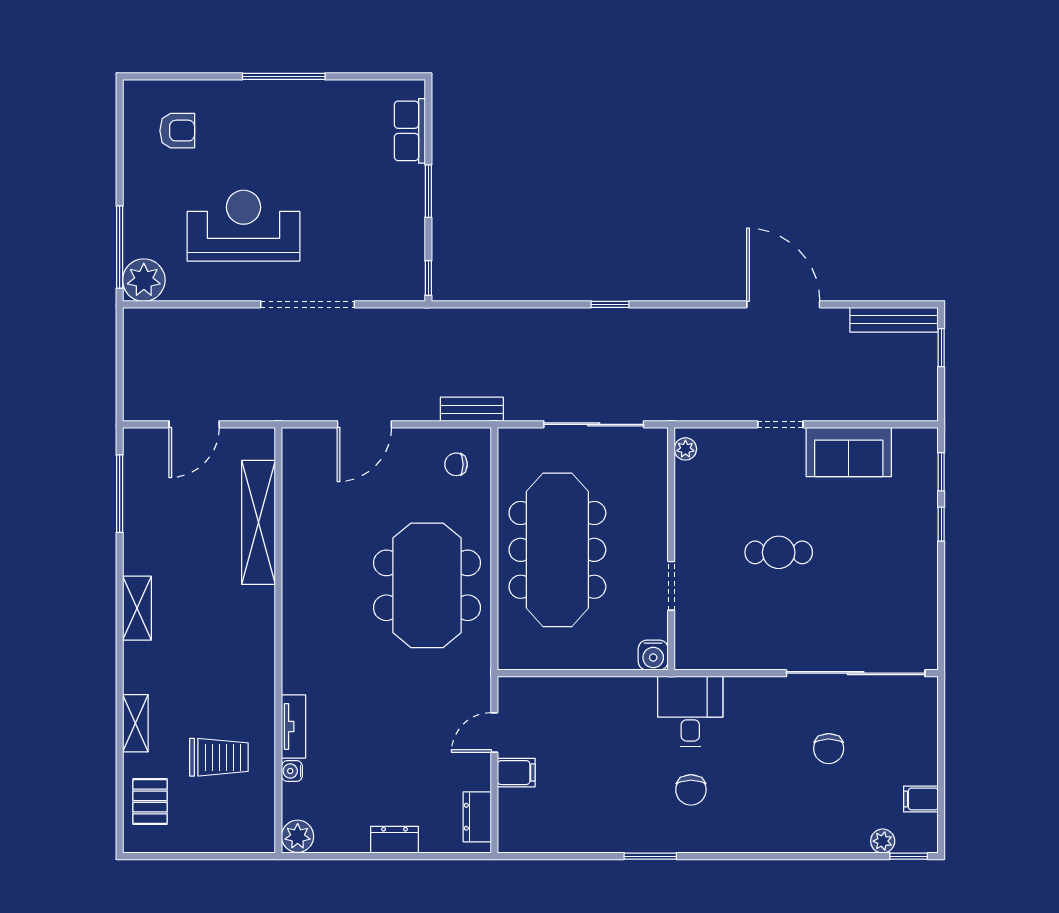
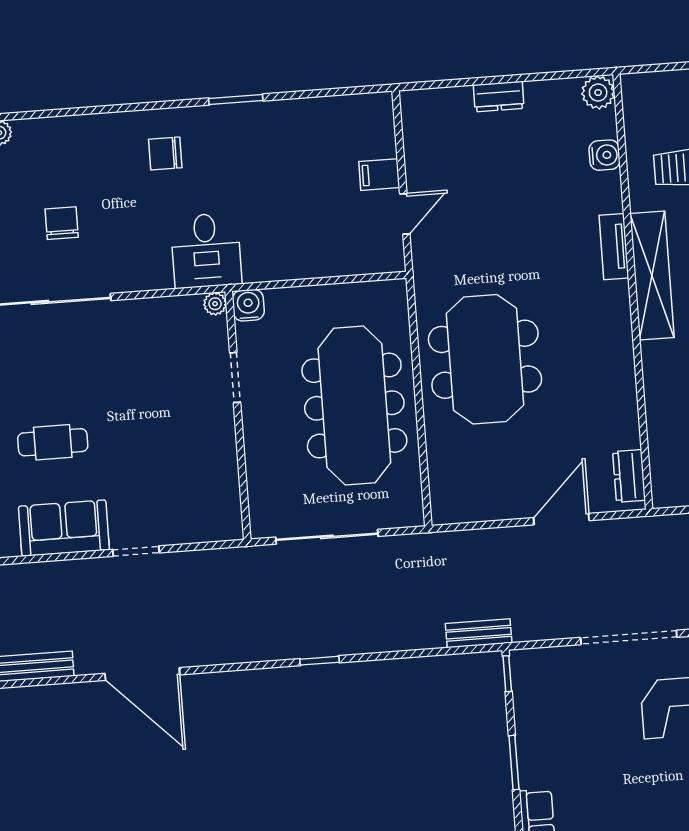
bench: (472, 409) -> (479, 633), moved
plant: (685, 449) -> (215, 304), moved
chair: (456, 464) -> (465, 485), removed
shelving: (259, 522) -> (652, 275), moved
cafe table: (779, 552) -> (53, 442), moved
tv unit: (294, 726) -> (614, 247), moved
water cooler: (292, 771) -> (604, 155), width x1.38, depth x1.38
chair: (691, 790) -> (165, 153), moved, turned -90
dresser: (477, 817) -> (629, 476), moved, turned 180

